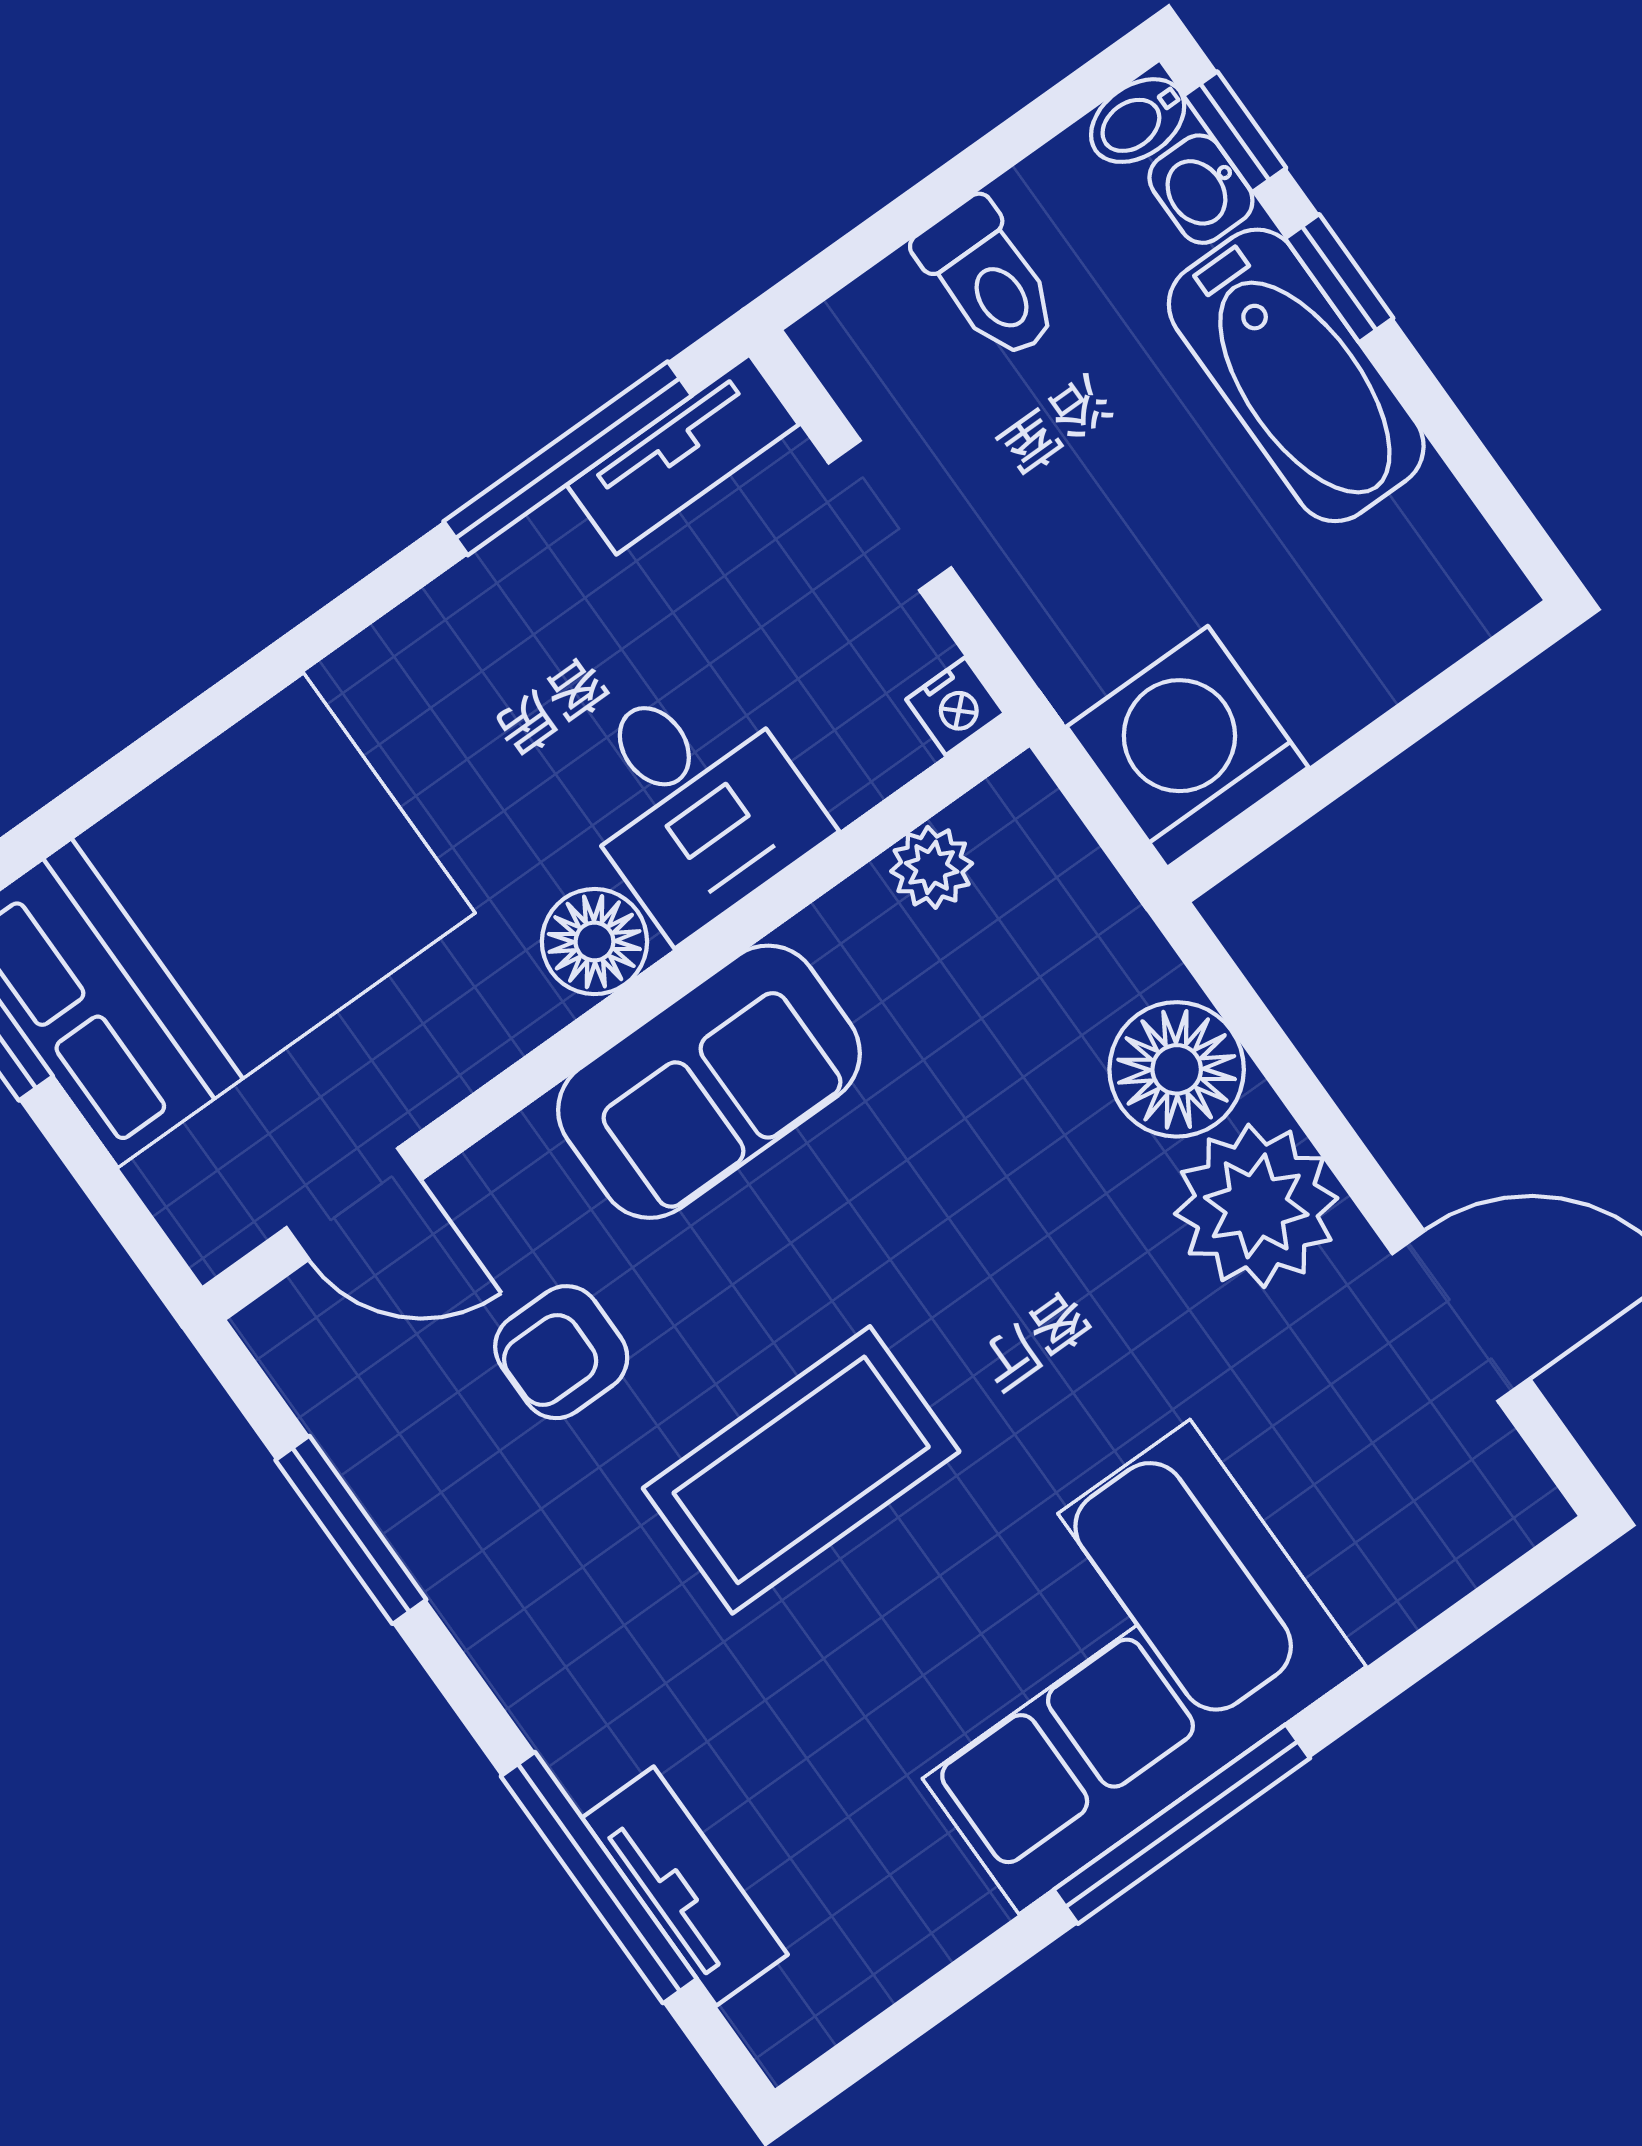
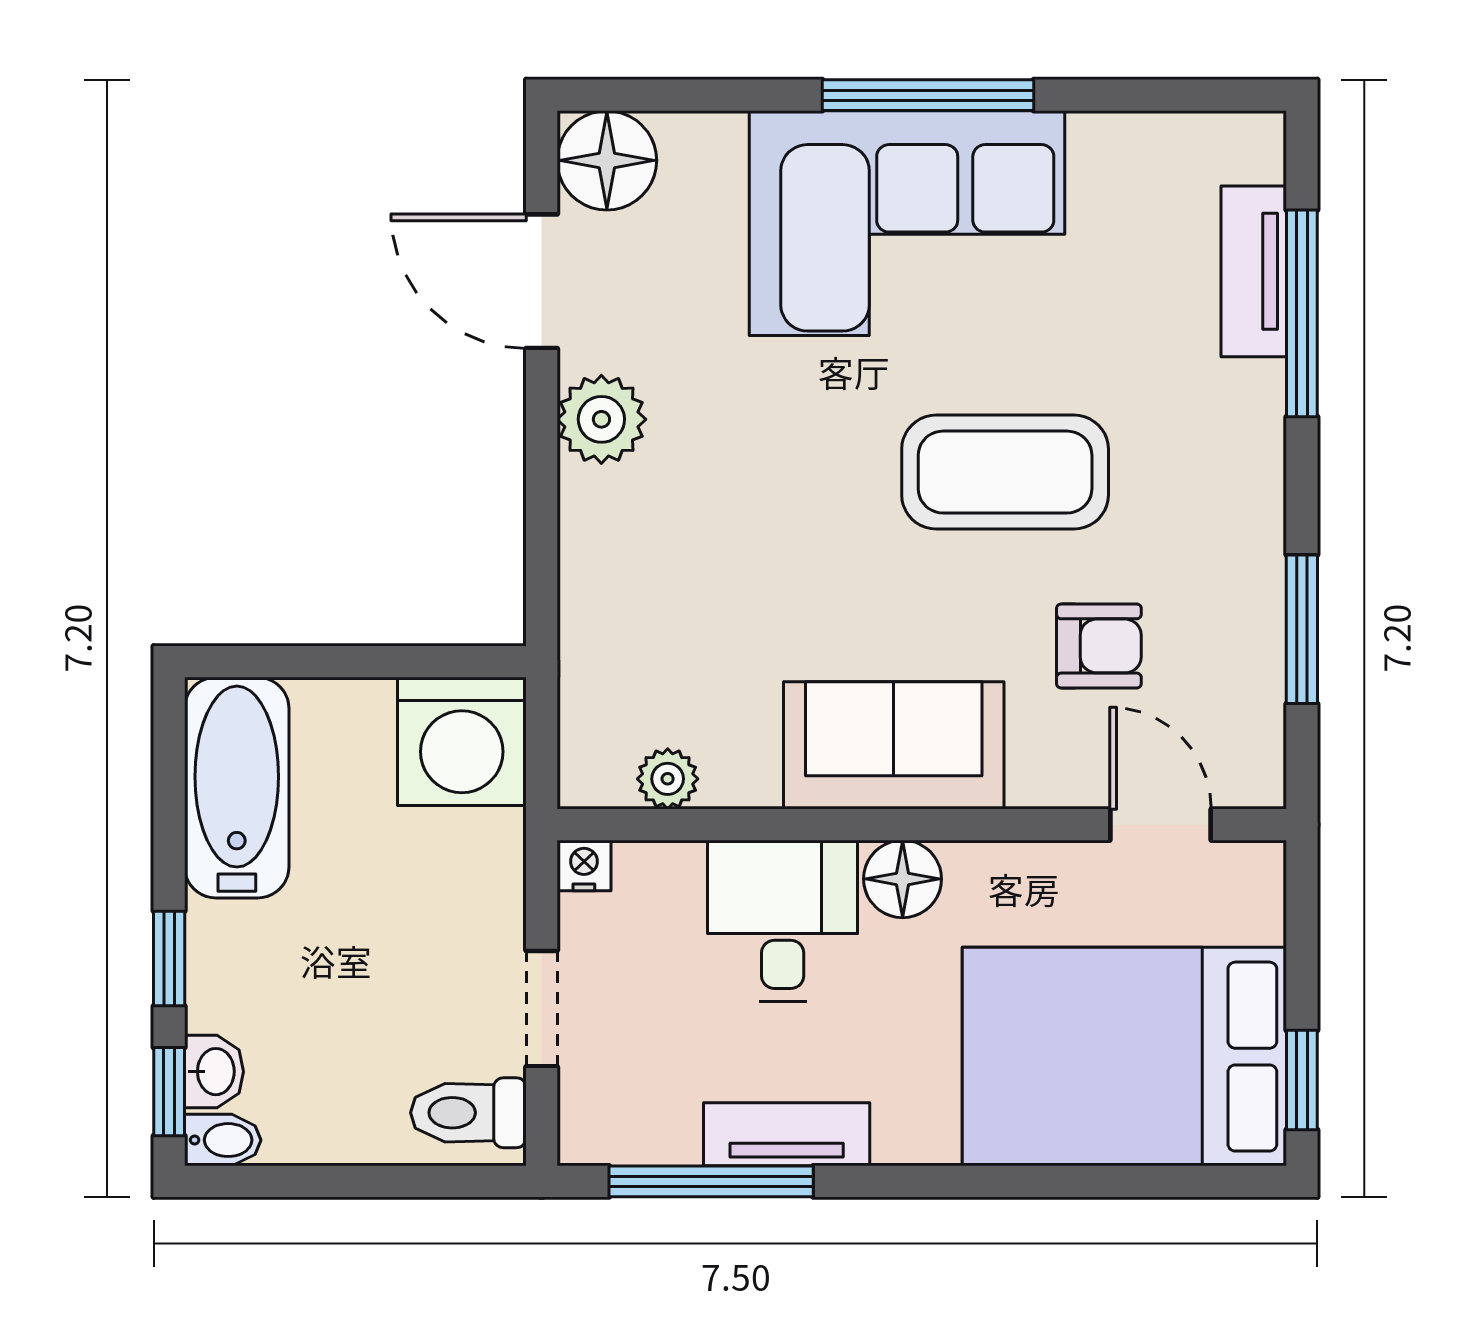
toilet: (989, 280) -> (468, 1113), moved, turned -90
bathtub: (1296, 375) -> (237, 788), moved
tv unit: (683, 455) -> (787, 1134), moved
floor lamp: (1177, 1069) -> (607, 160), moved
plant: (1256, 1206) -> (601, 419), width x0.73, depth x0.73

